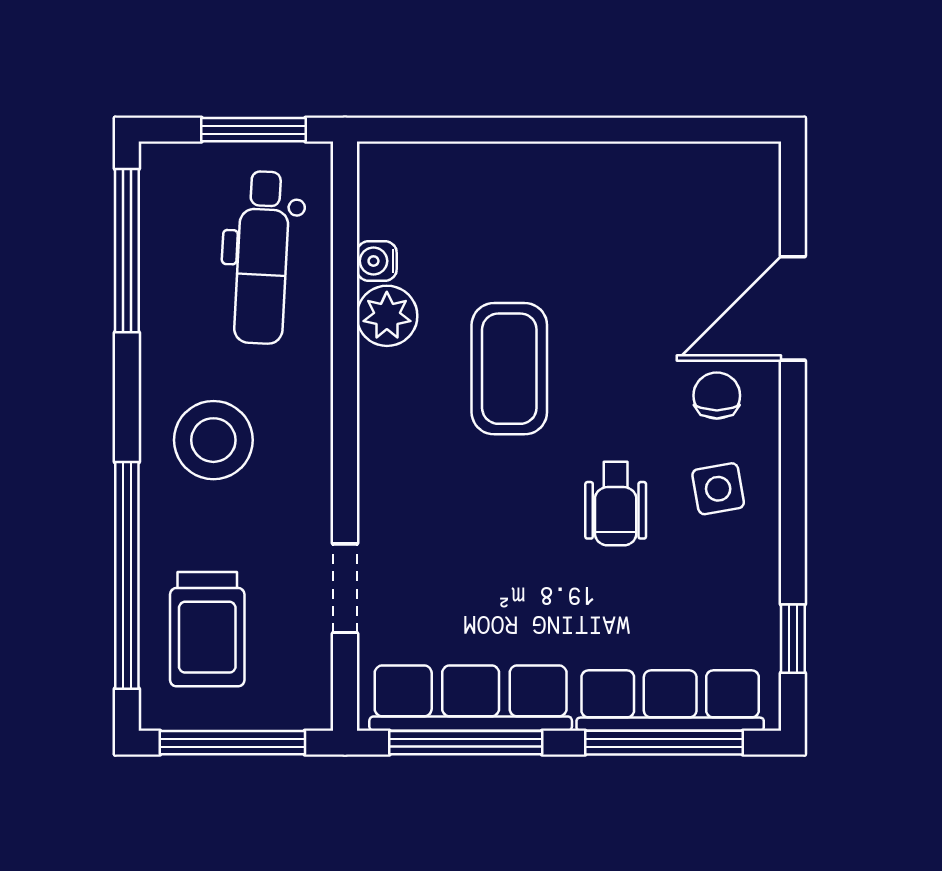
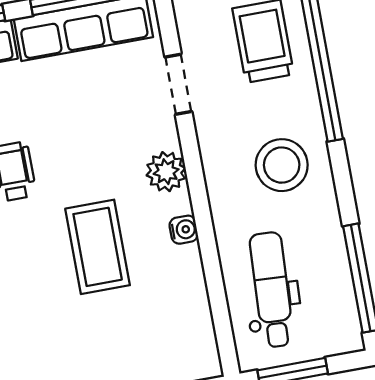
water cooler: (377, 261) -> (184, 230), moved
plant: (387, 316) -> (166, 172), moved

